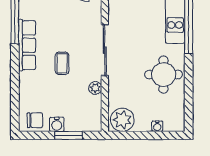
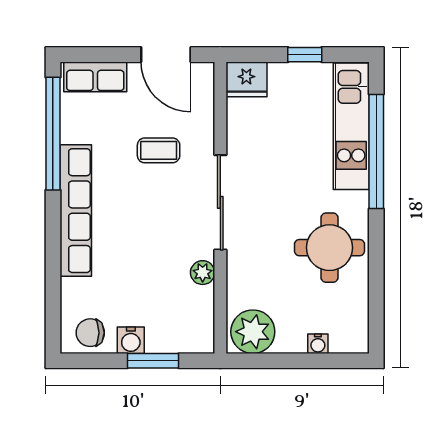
row of seats: (27, 45) -> (76, 211), width x1.36
coffee table: (62, 63) -> (159, 150), moved, turned 90
chair: (35, 120) -> (90, 333), turned 180

